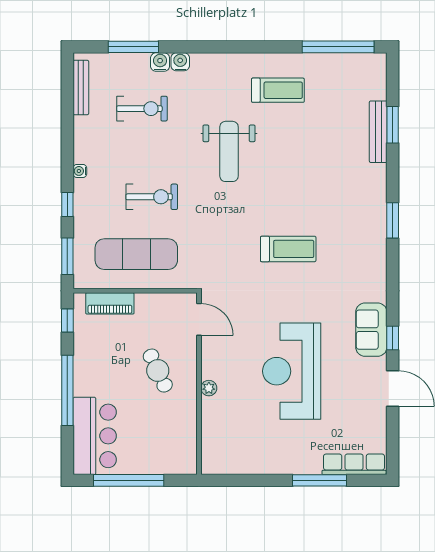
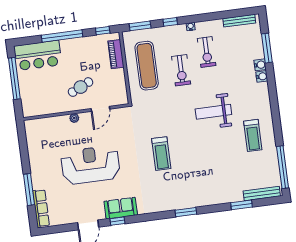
exercise bike: (142, 109) -> (207, 52), moved
bench: (378, 132) -> (262, 194), moved
door: (199, 319) -> (100, 109), moved

